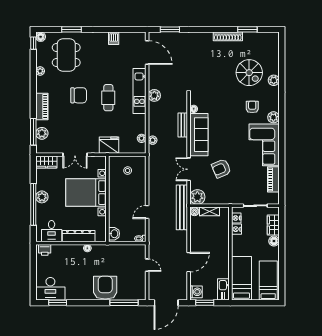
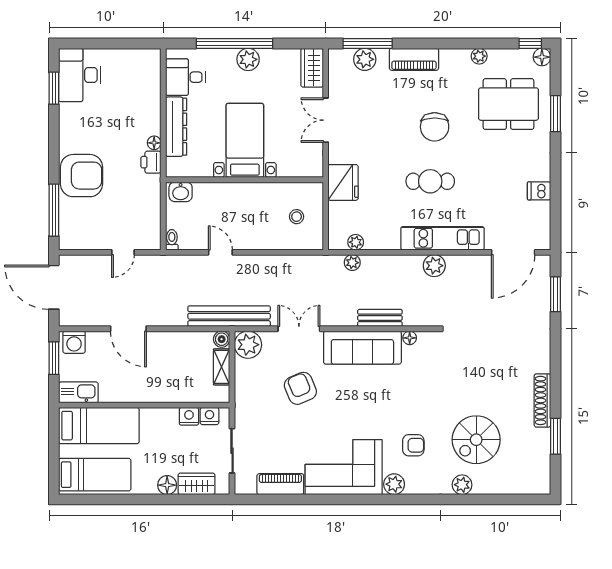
bed with nightstands: (86, 193) -> (245, 140), width x0.73
printer: (45, 250) -> (151, 162), moved

